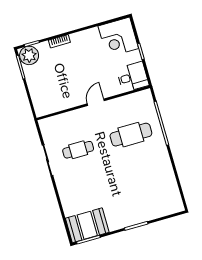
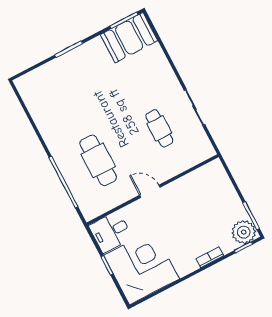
corner desk: (118, 37) -> (141, 267), width x1.36, depth x1.36
door: (96, 102) -> (150, 191), swing flipped
cafe table: (131, 135) -> (98, 160), turned 90
cafe table: (78, 150) -> (159, 128), turned 90

